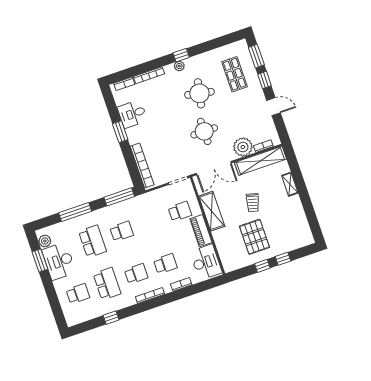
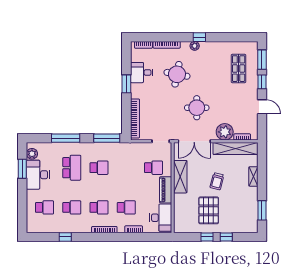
round table: (199, 93) -> (177, 74), moved
window: (311, 217) -> (262, 210), added
school desk: (107, 284) -> (72, 207), width x0.54

